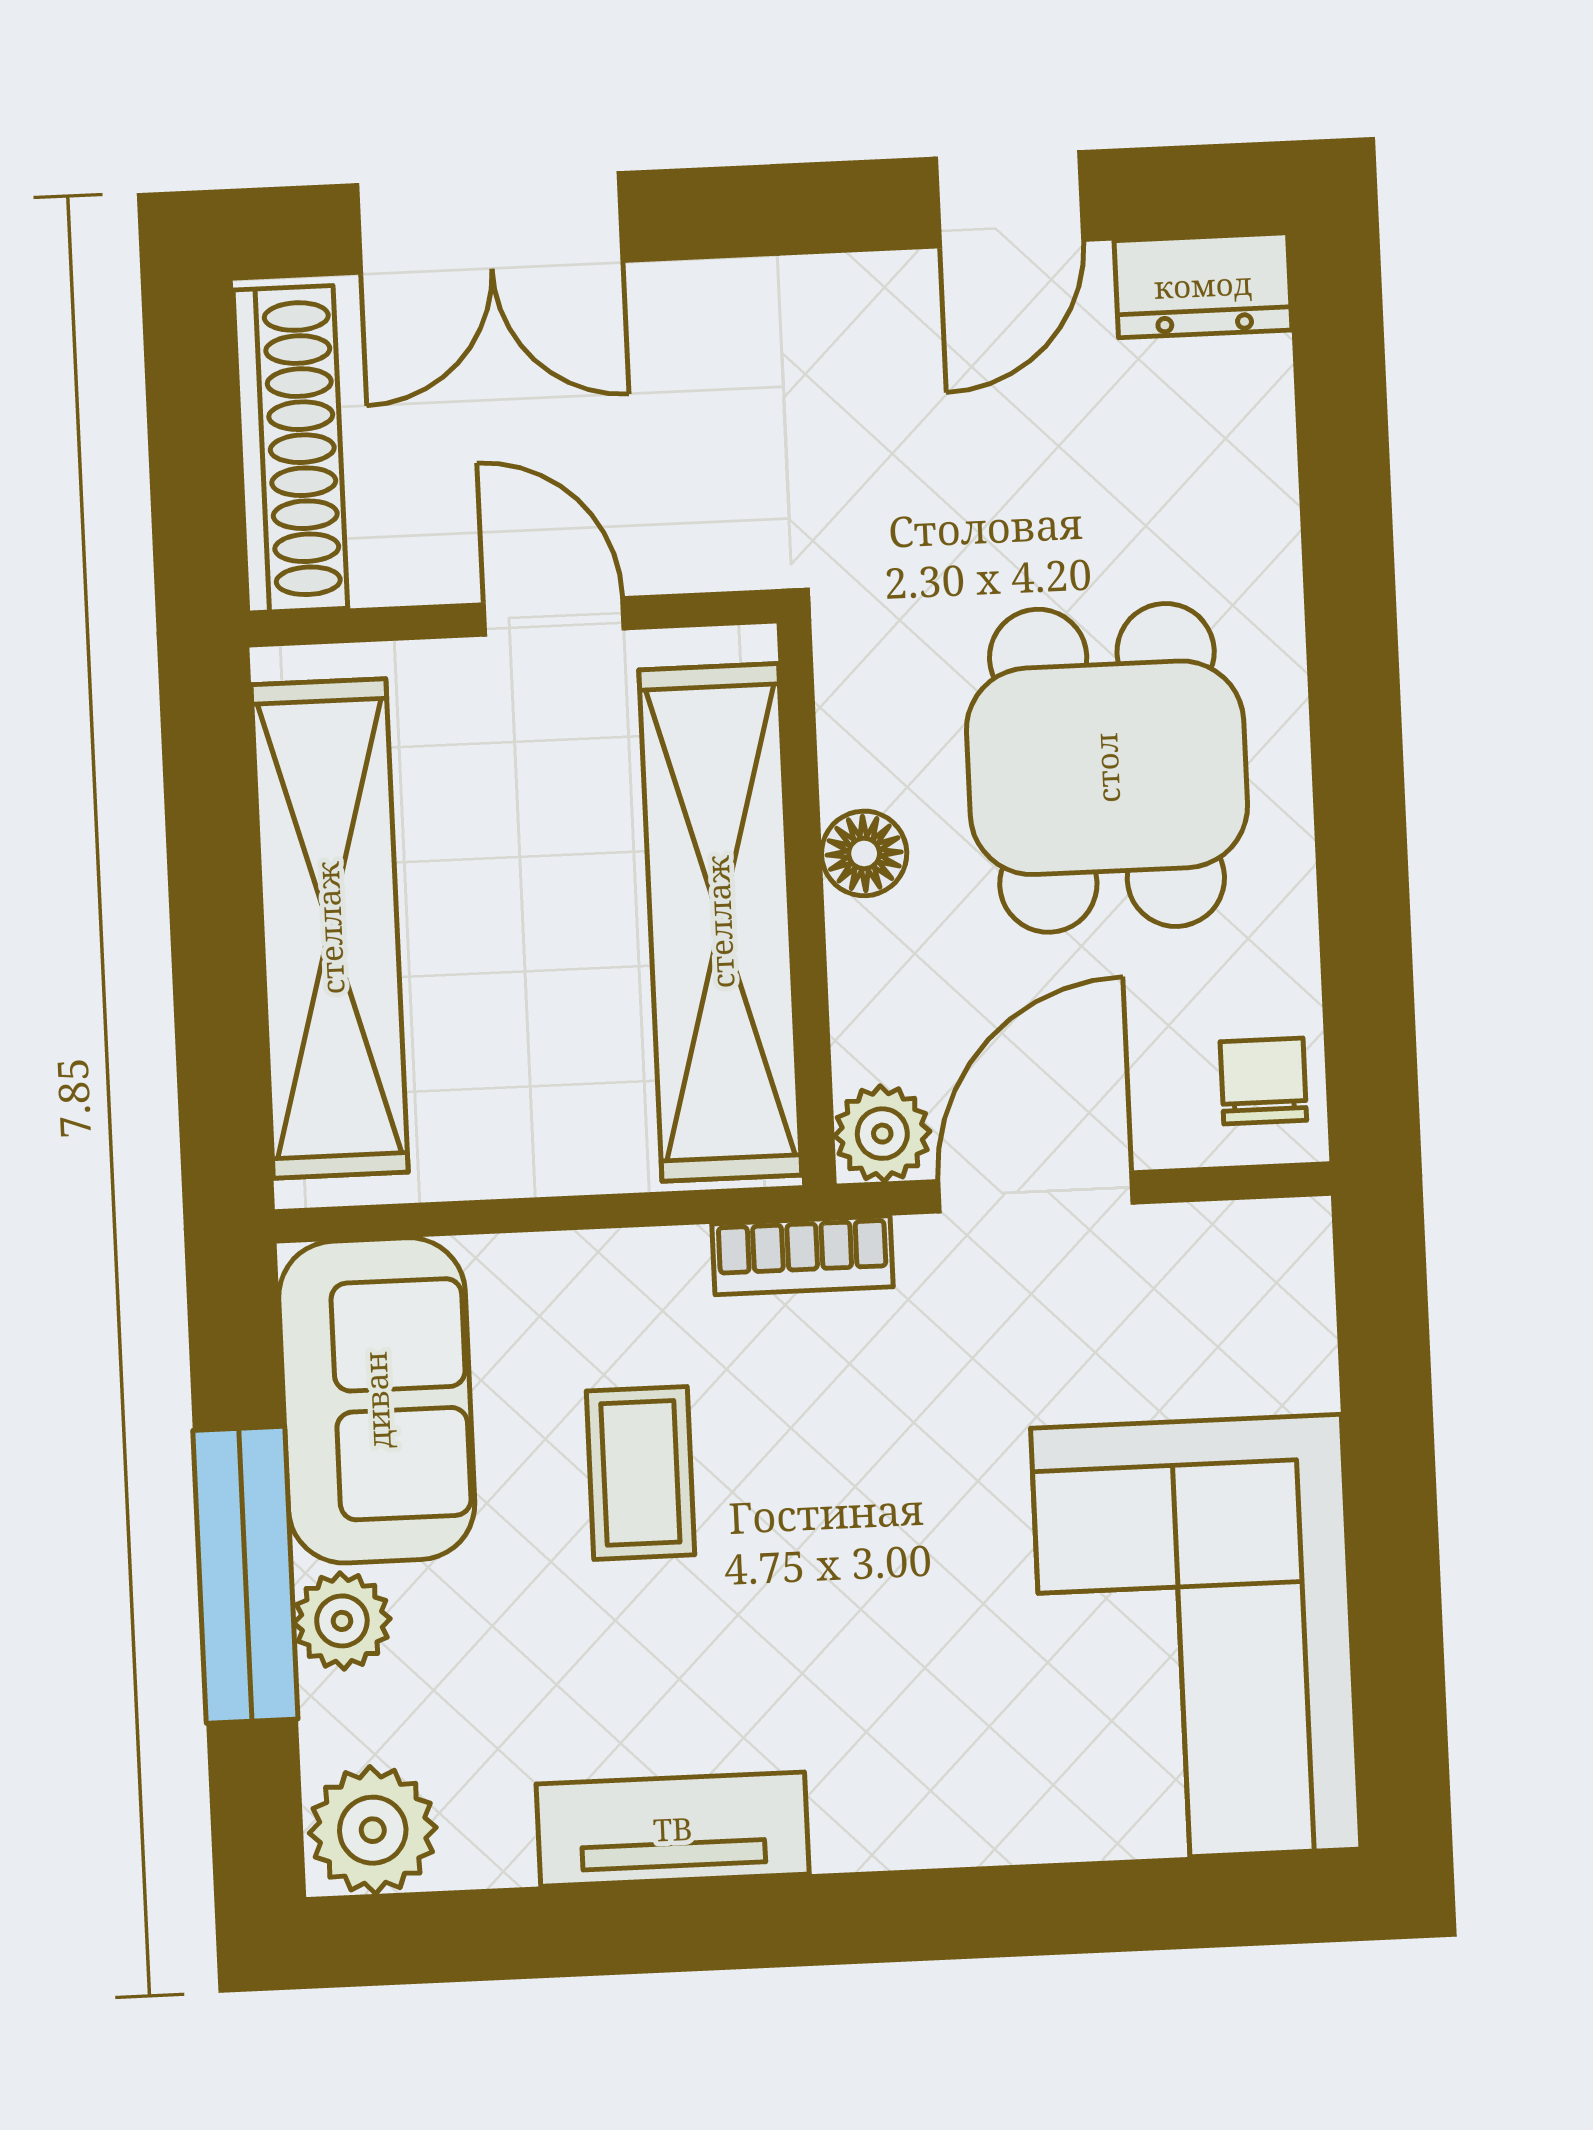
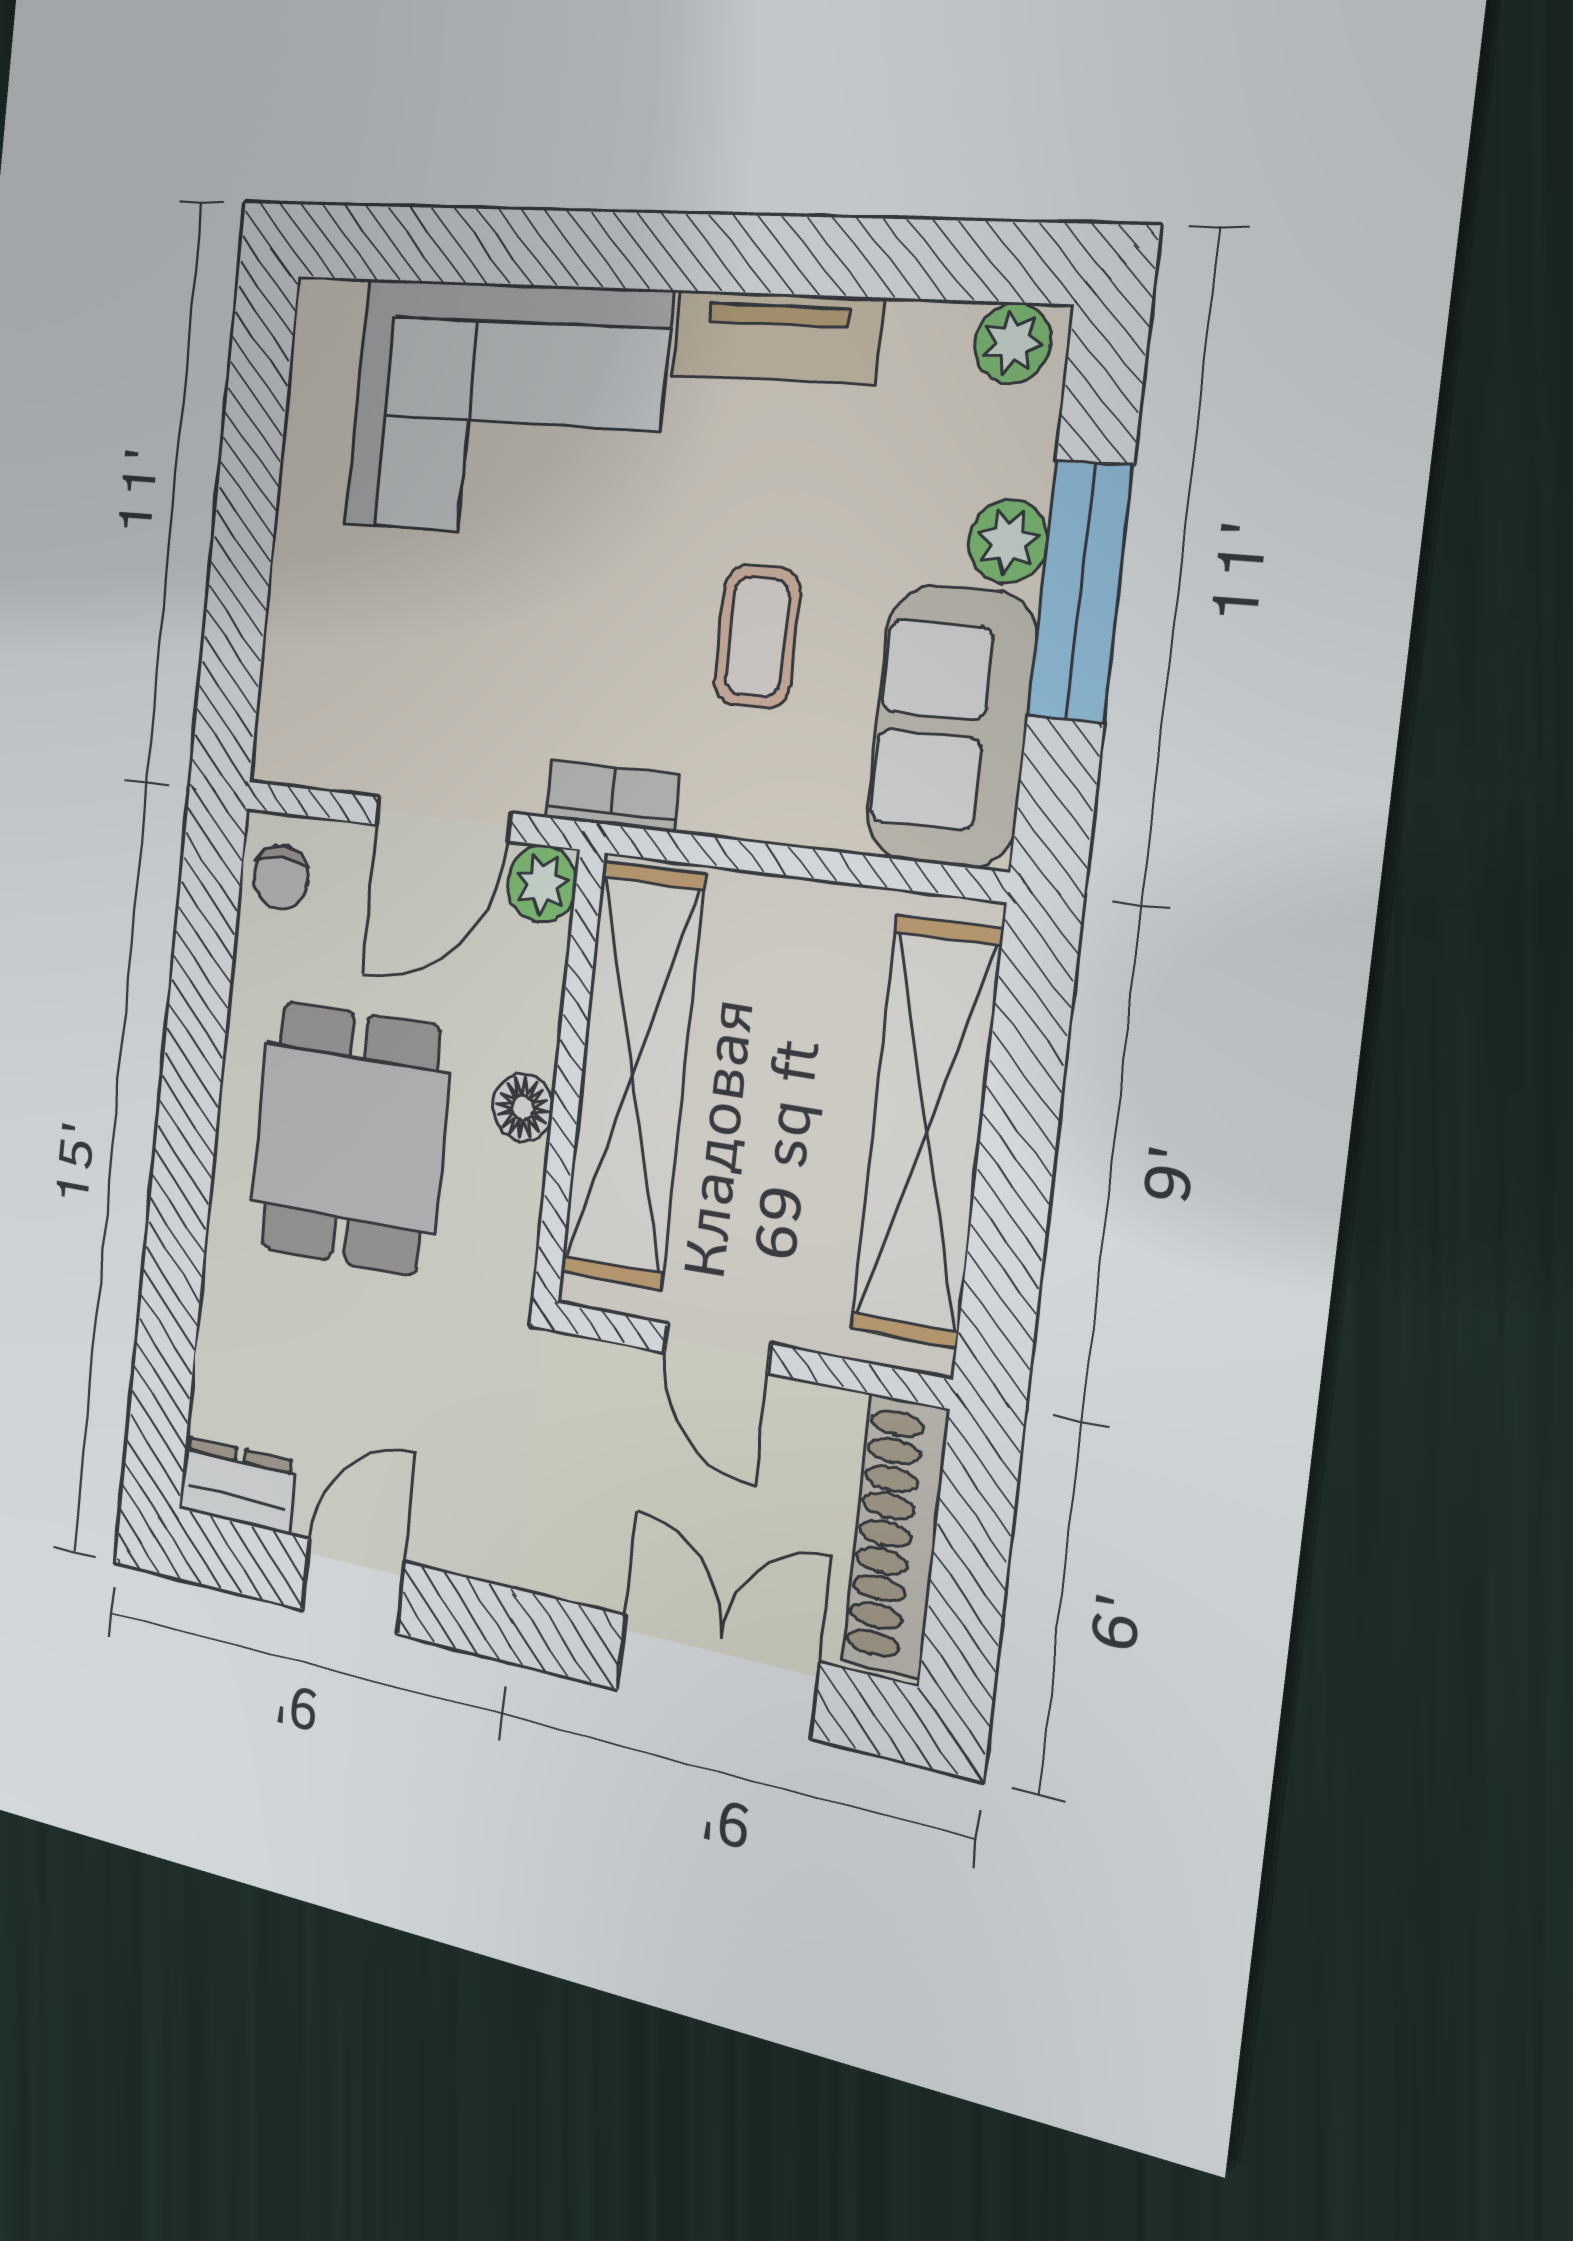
corner sofa: (1196, 1639) -> (505, 410), moved, turned 90
plant: (373, 1830) -> (1013, 343), width x0.73, depth x0.73

